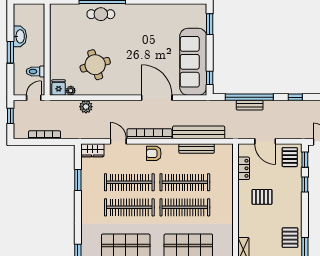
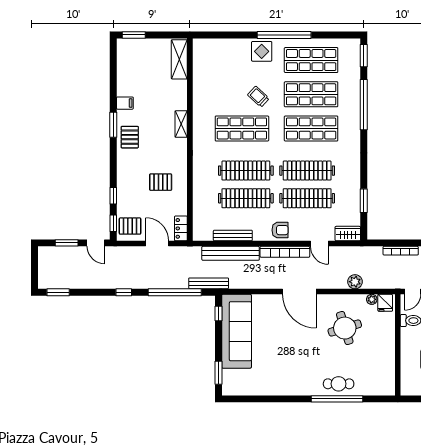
door: (157, 98) -> (299, 292), moved
bench: (250, 105) -> (209, 283), moved, width x1.36
pallet: (290, 157) -> (130, 226), turned 90
locker: (244, 168) -> (181, 228), moved

